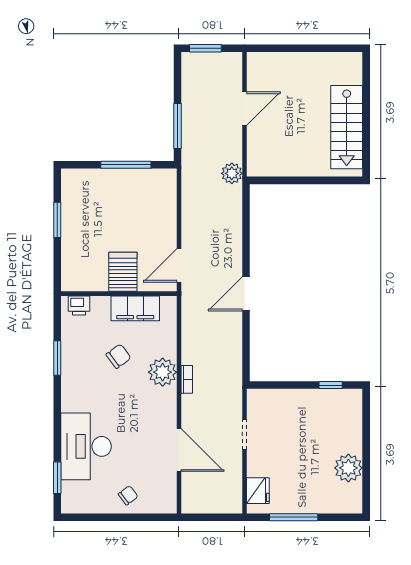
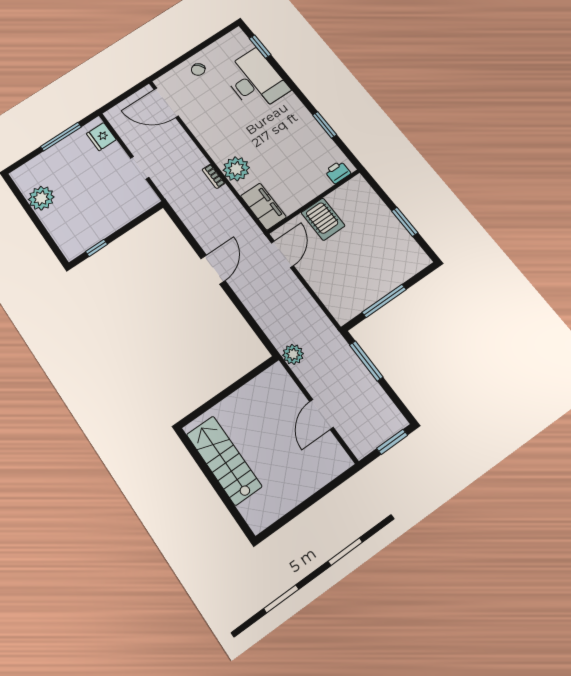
filing cabinet: (135, 308) -> (263, 207), moved, turned 90
chair: (118, 356) -> (279, 157), removed
door: (179, 450) -> (166, 103), moved

